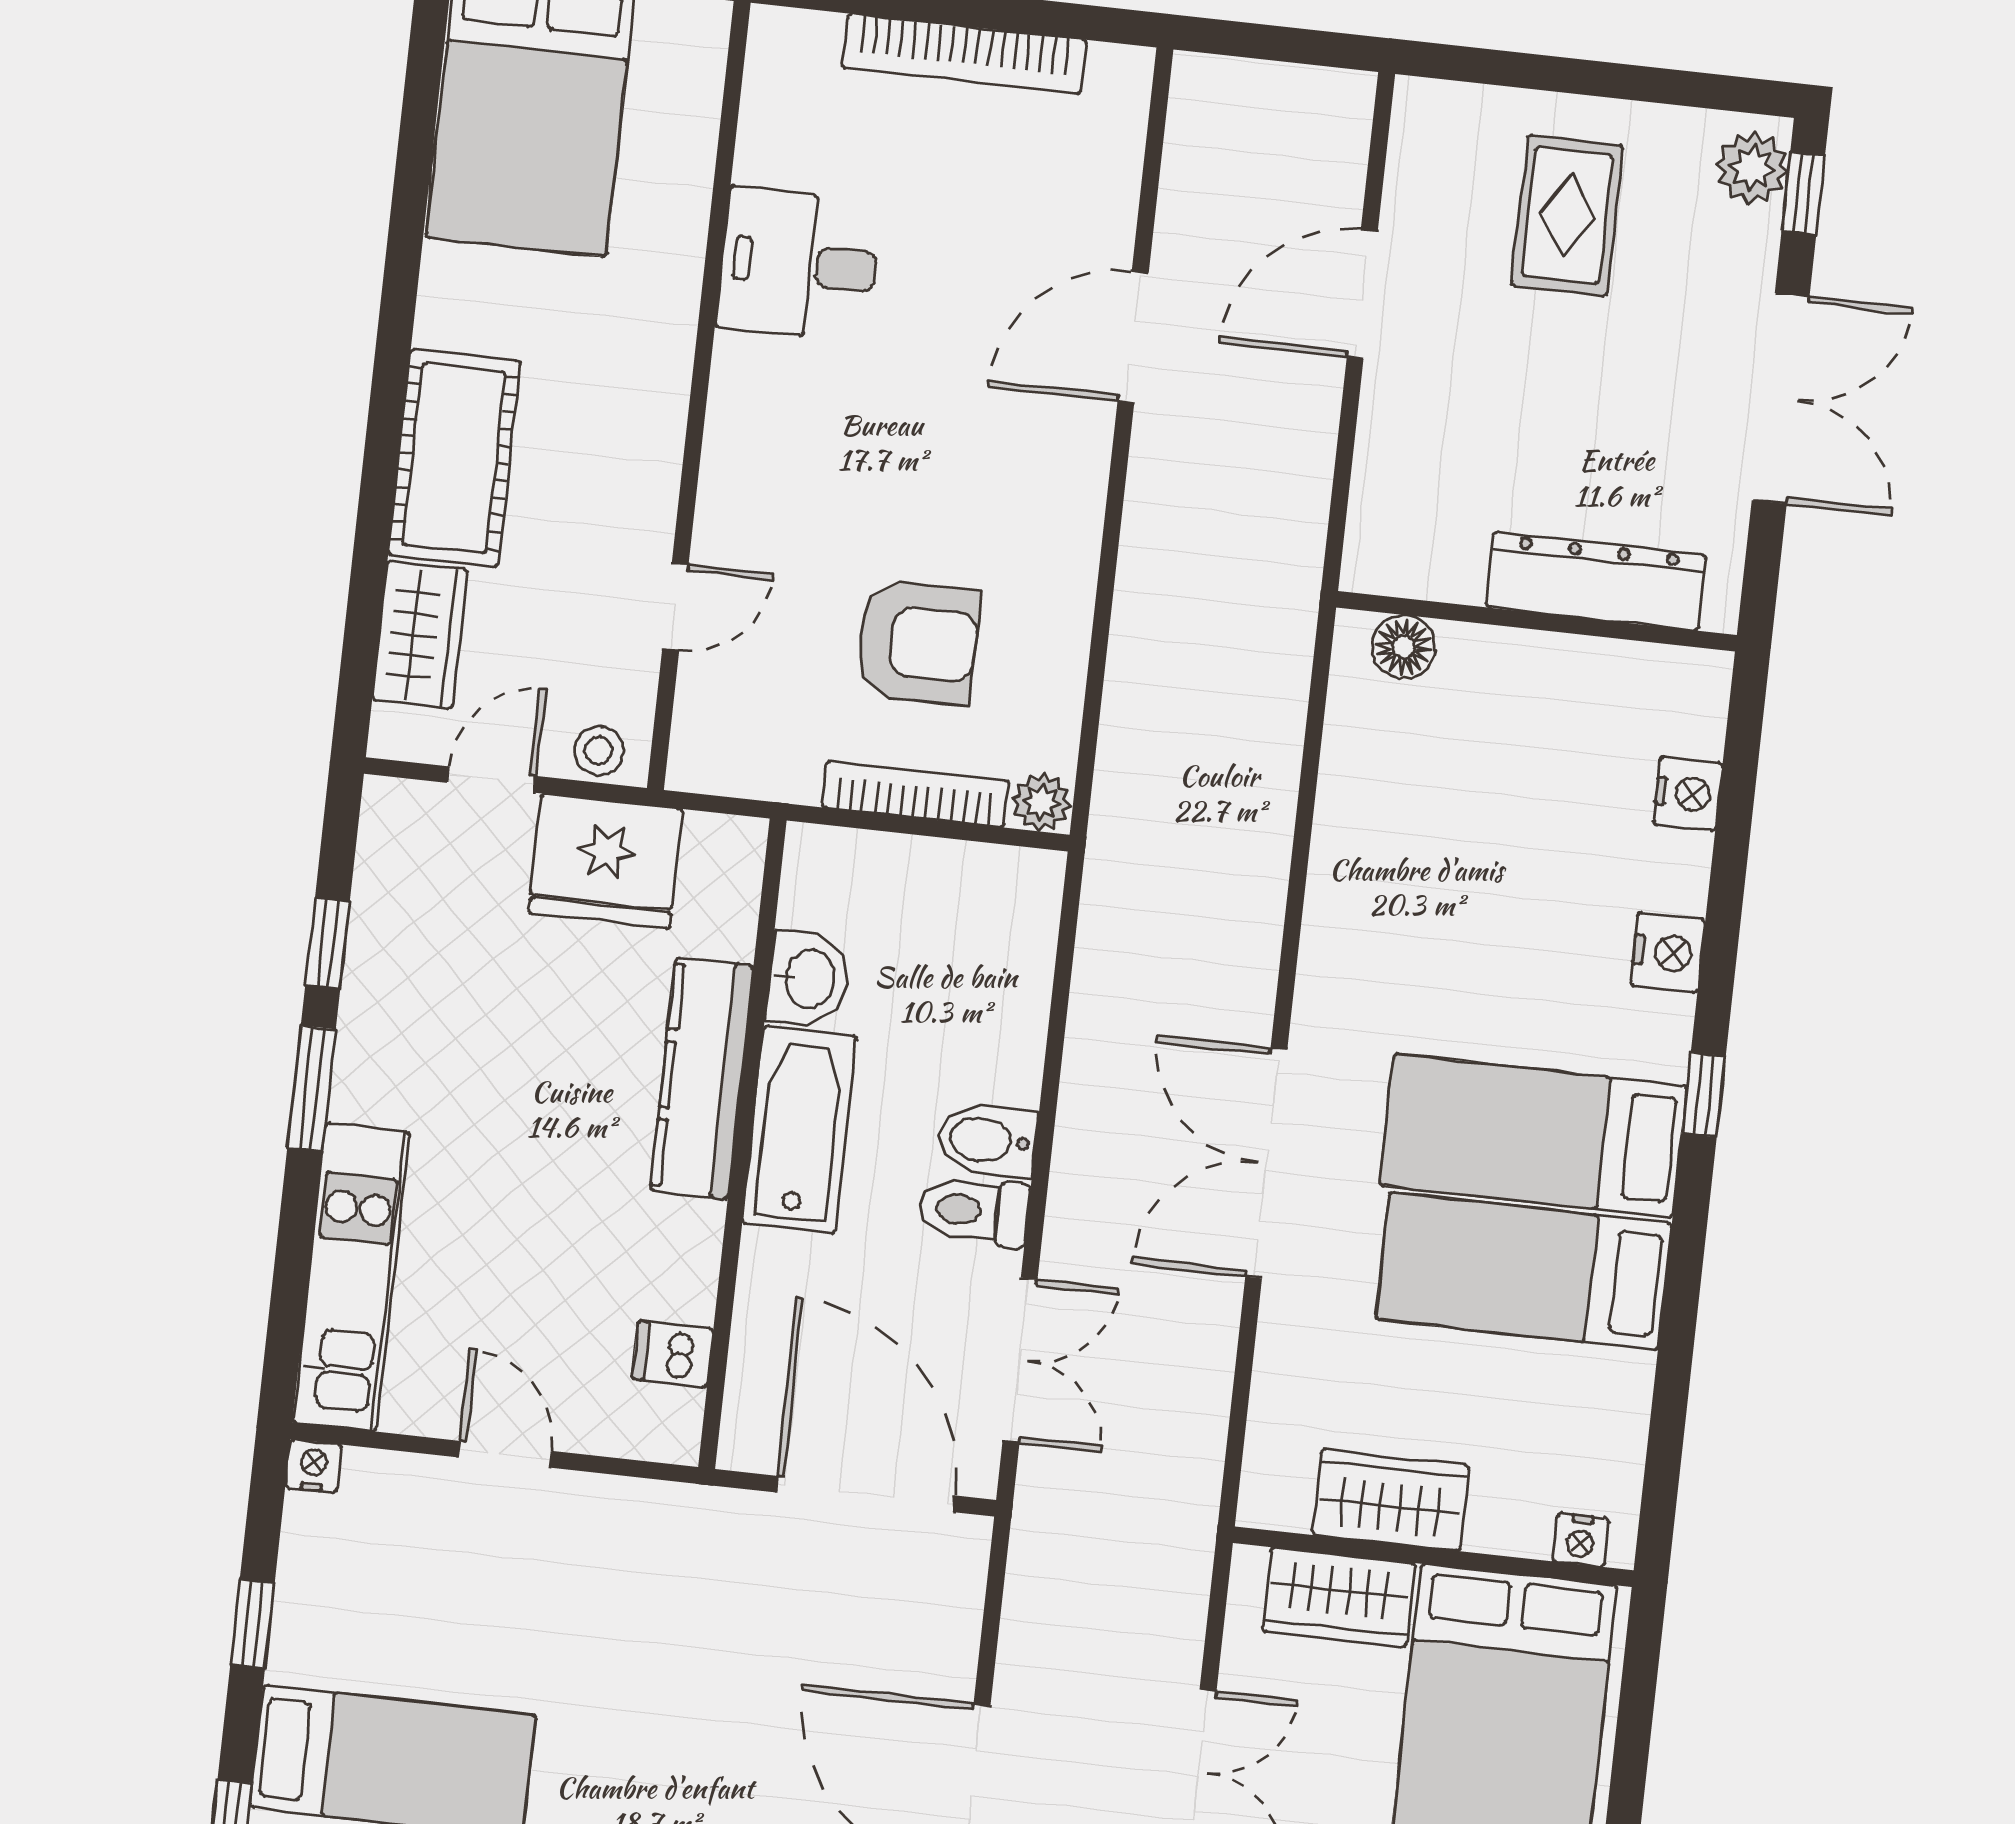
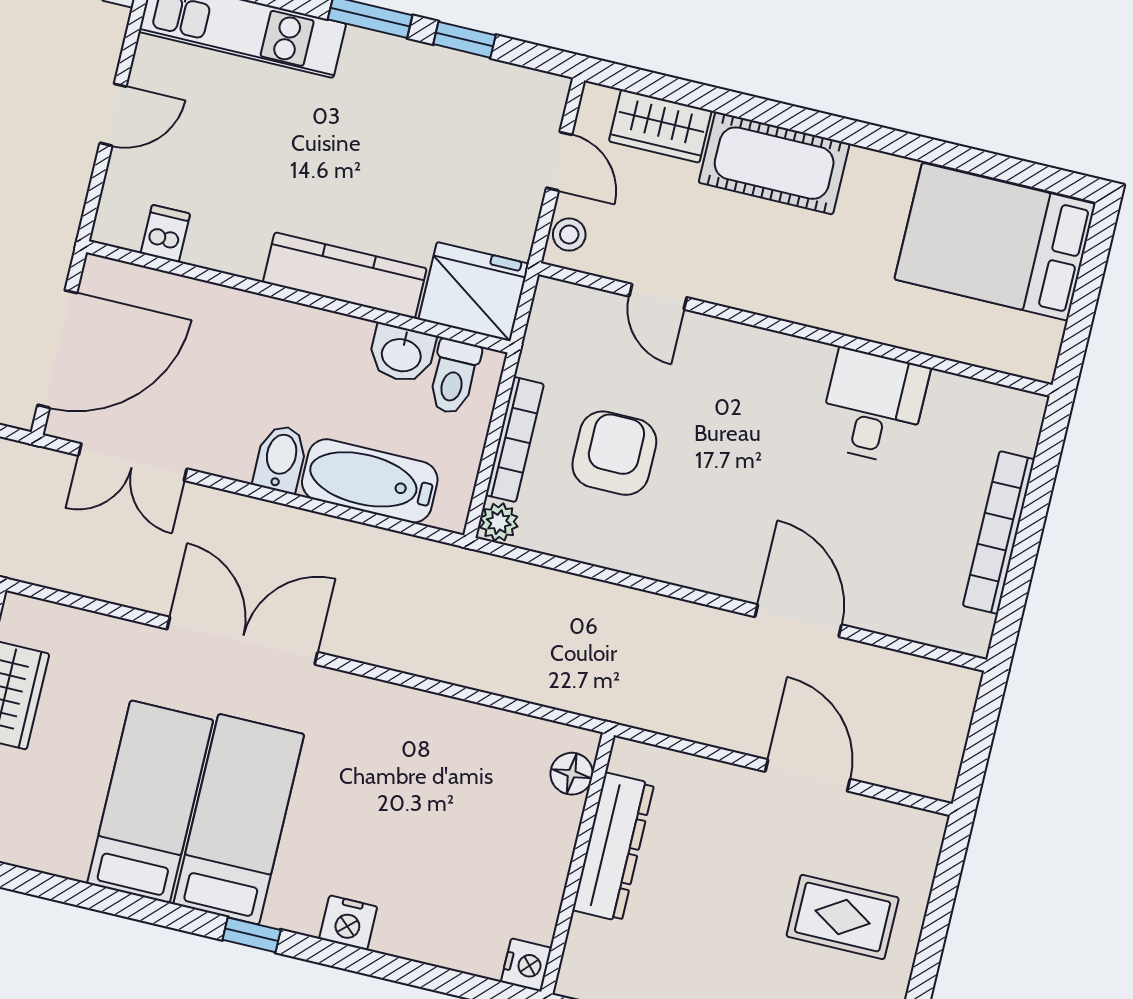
dresser: (1596, 581) -> (613, 847), moved
armchair: (917, 643) -> (614, 453), turned 180
nightstand: (1688, 794) -> (526, 965), moved, turned -90
fridge: (606, 861) -> (474, 292), moved, turned 90
bathtub: (799, 1130) -> (370, 481), moved, turned 180
toilet: (974, 1211) -> (454, 377), moved, turned 180

